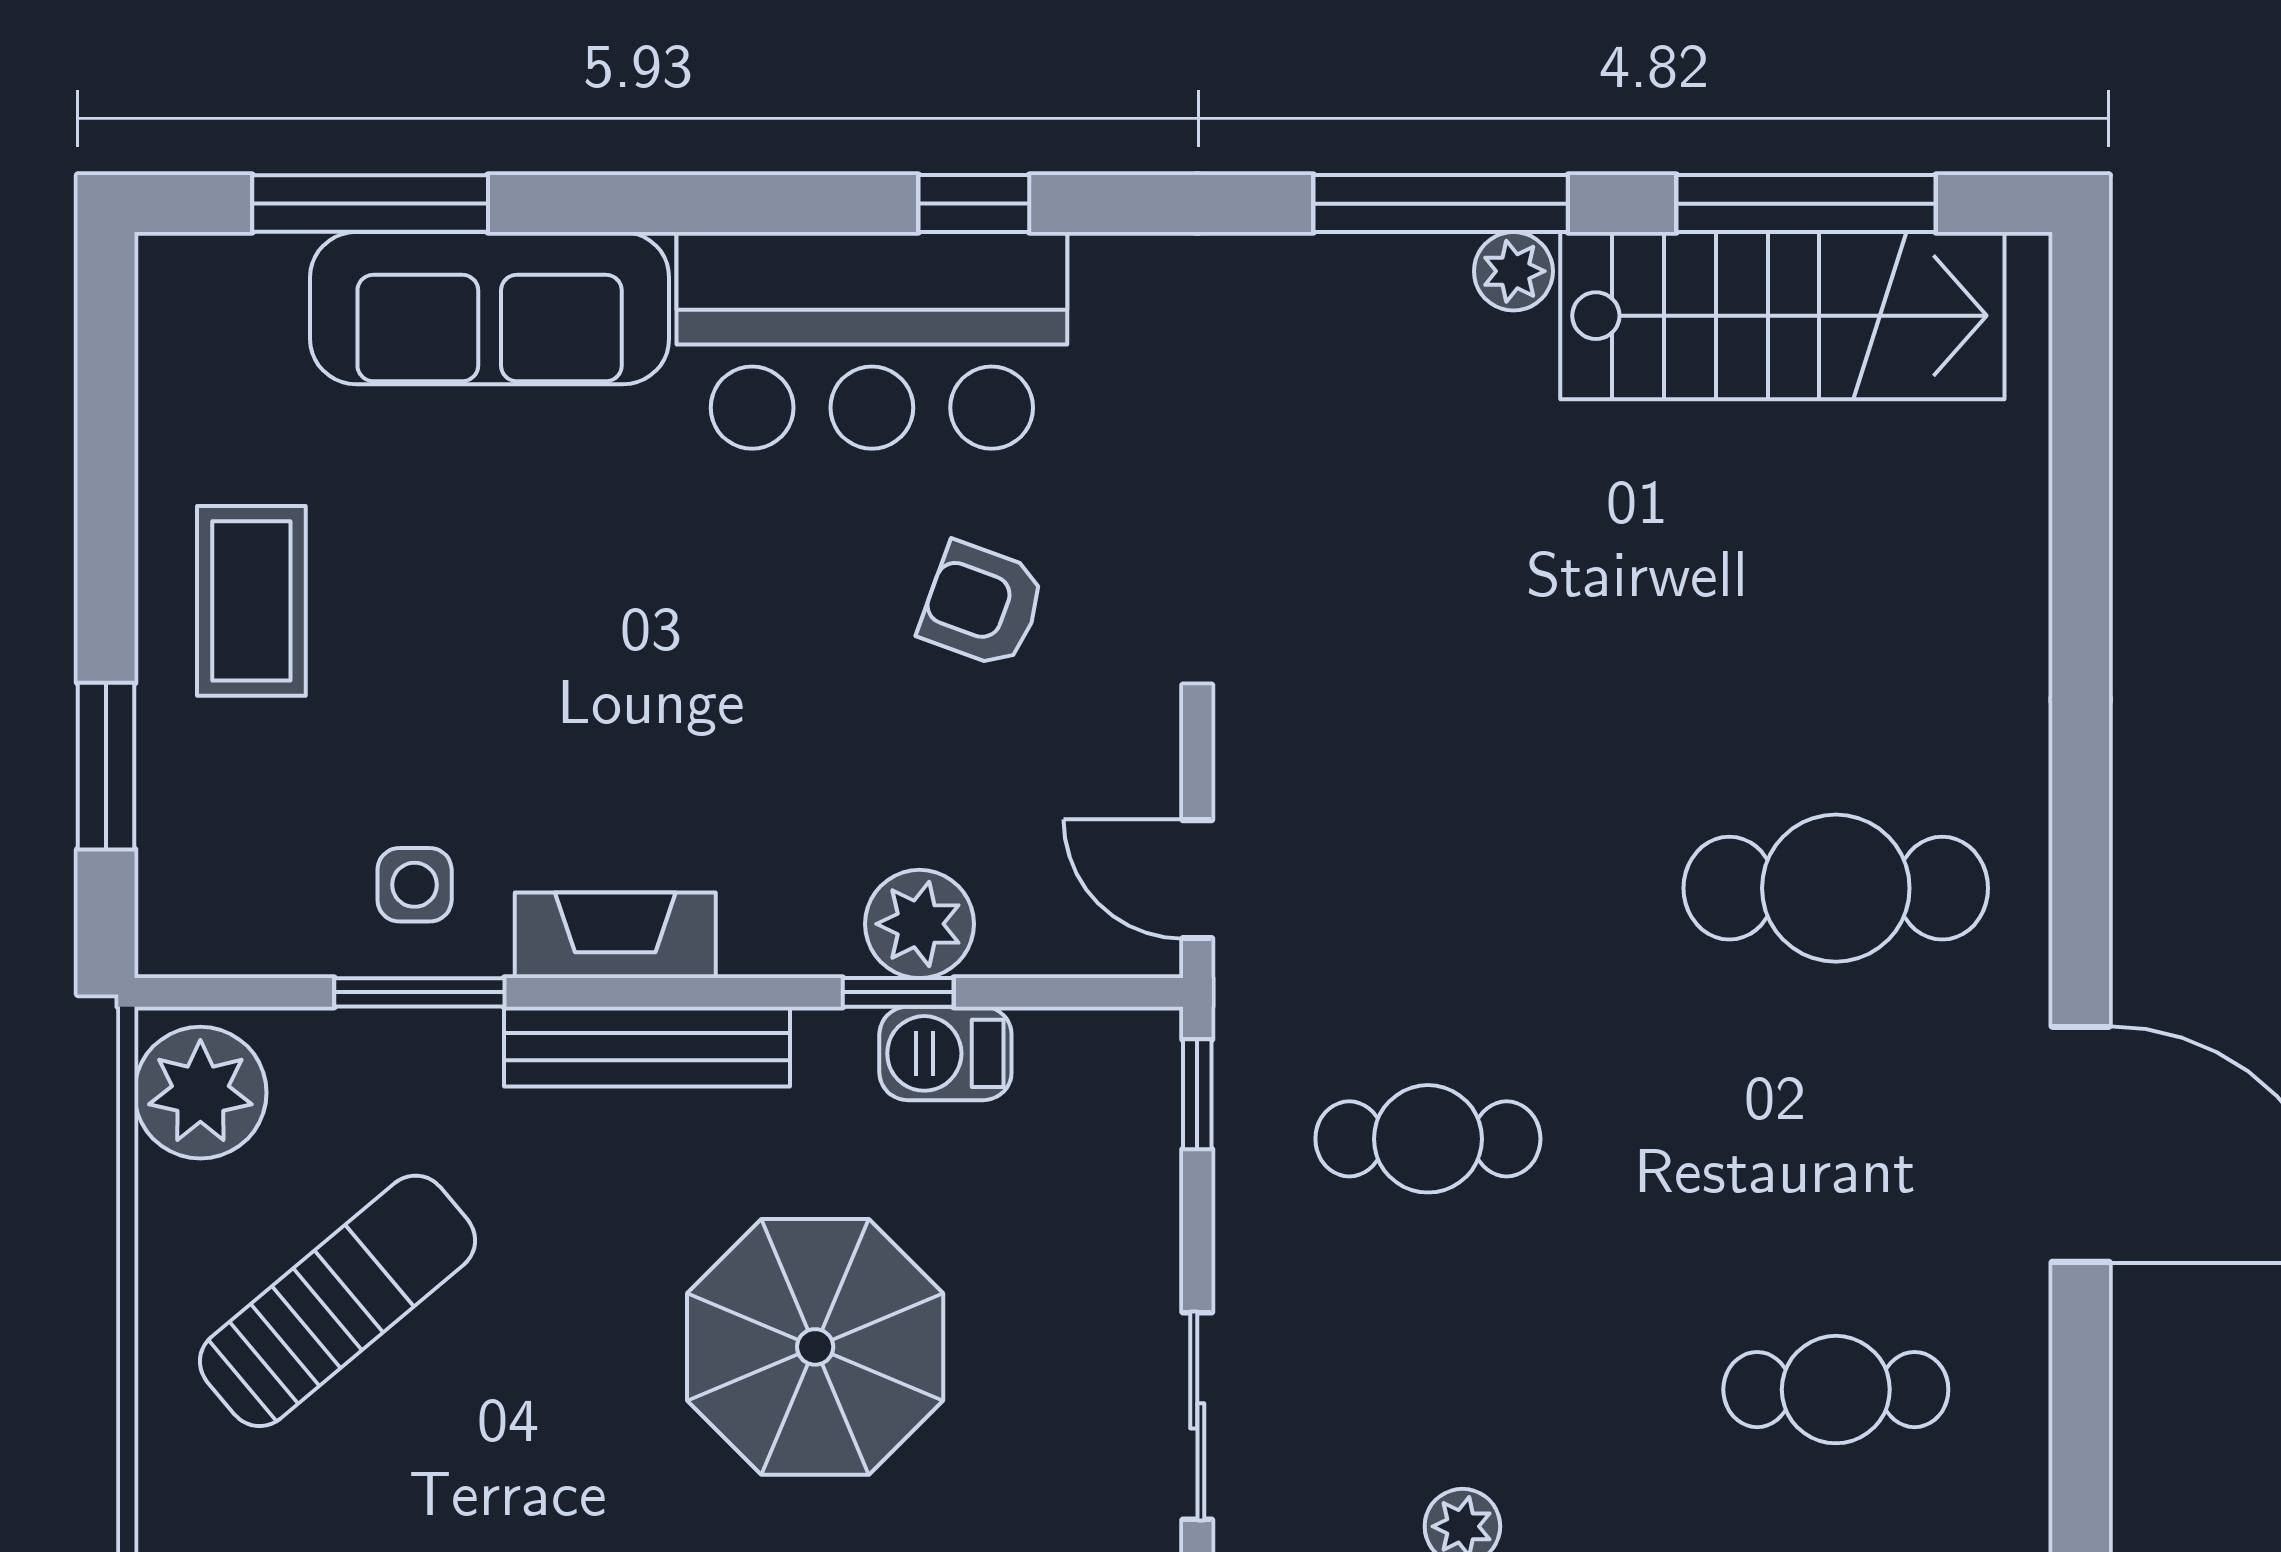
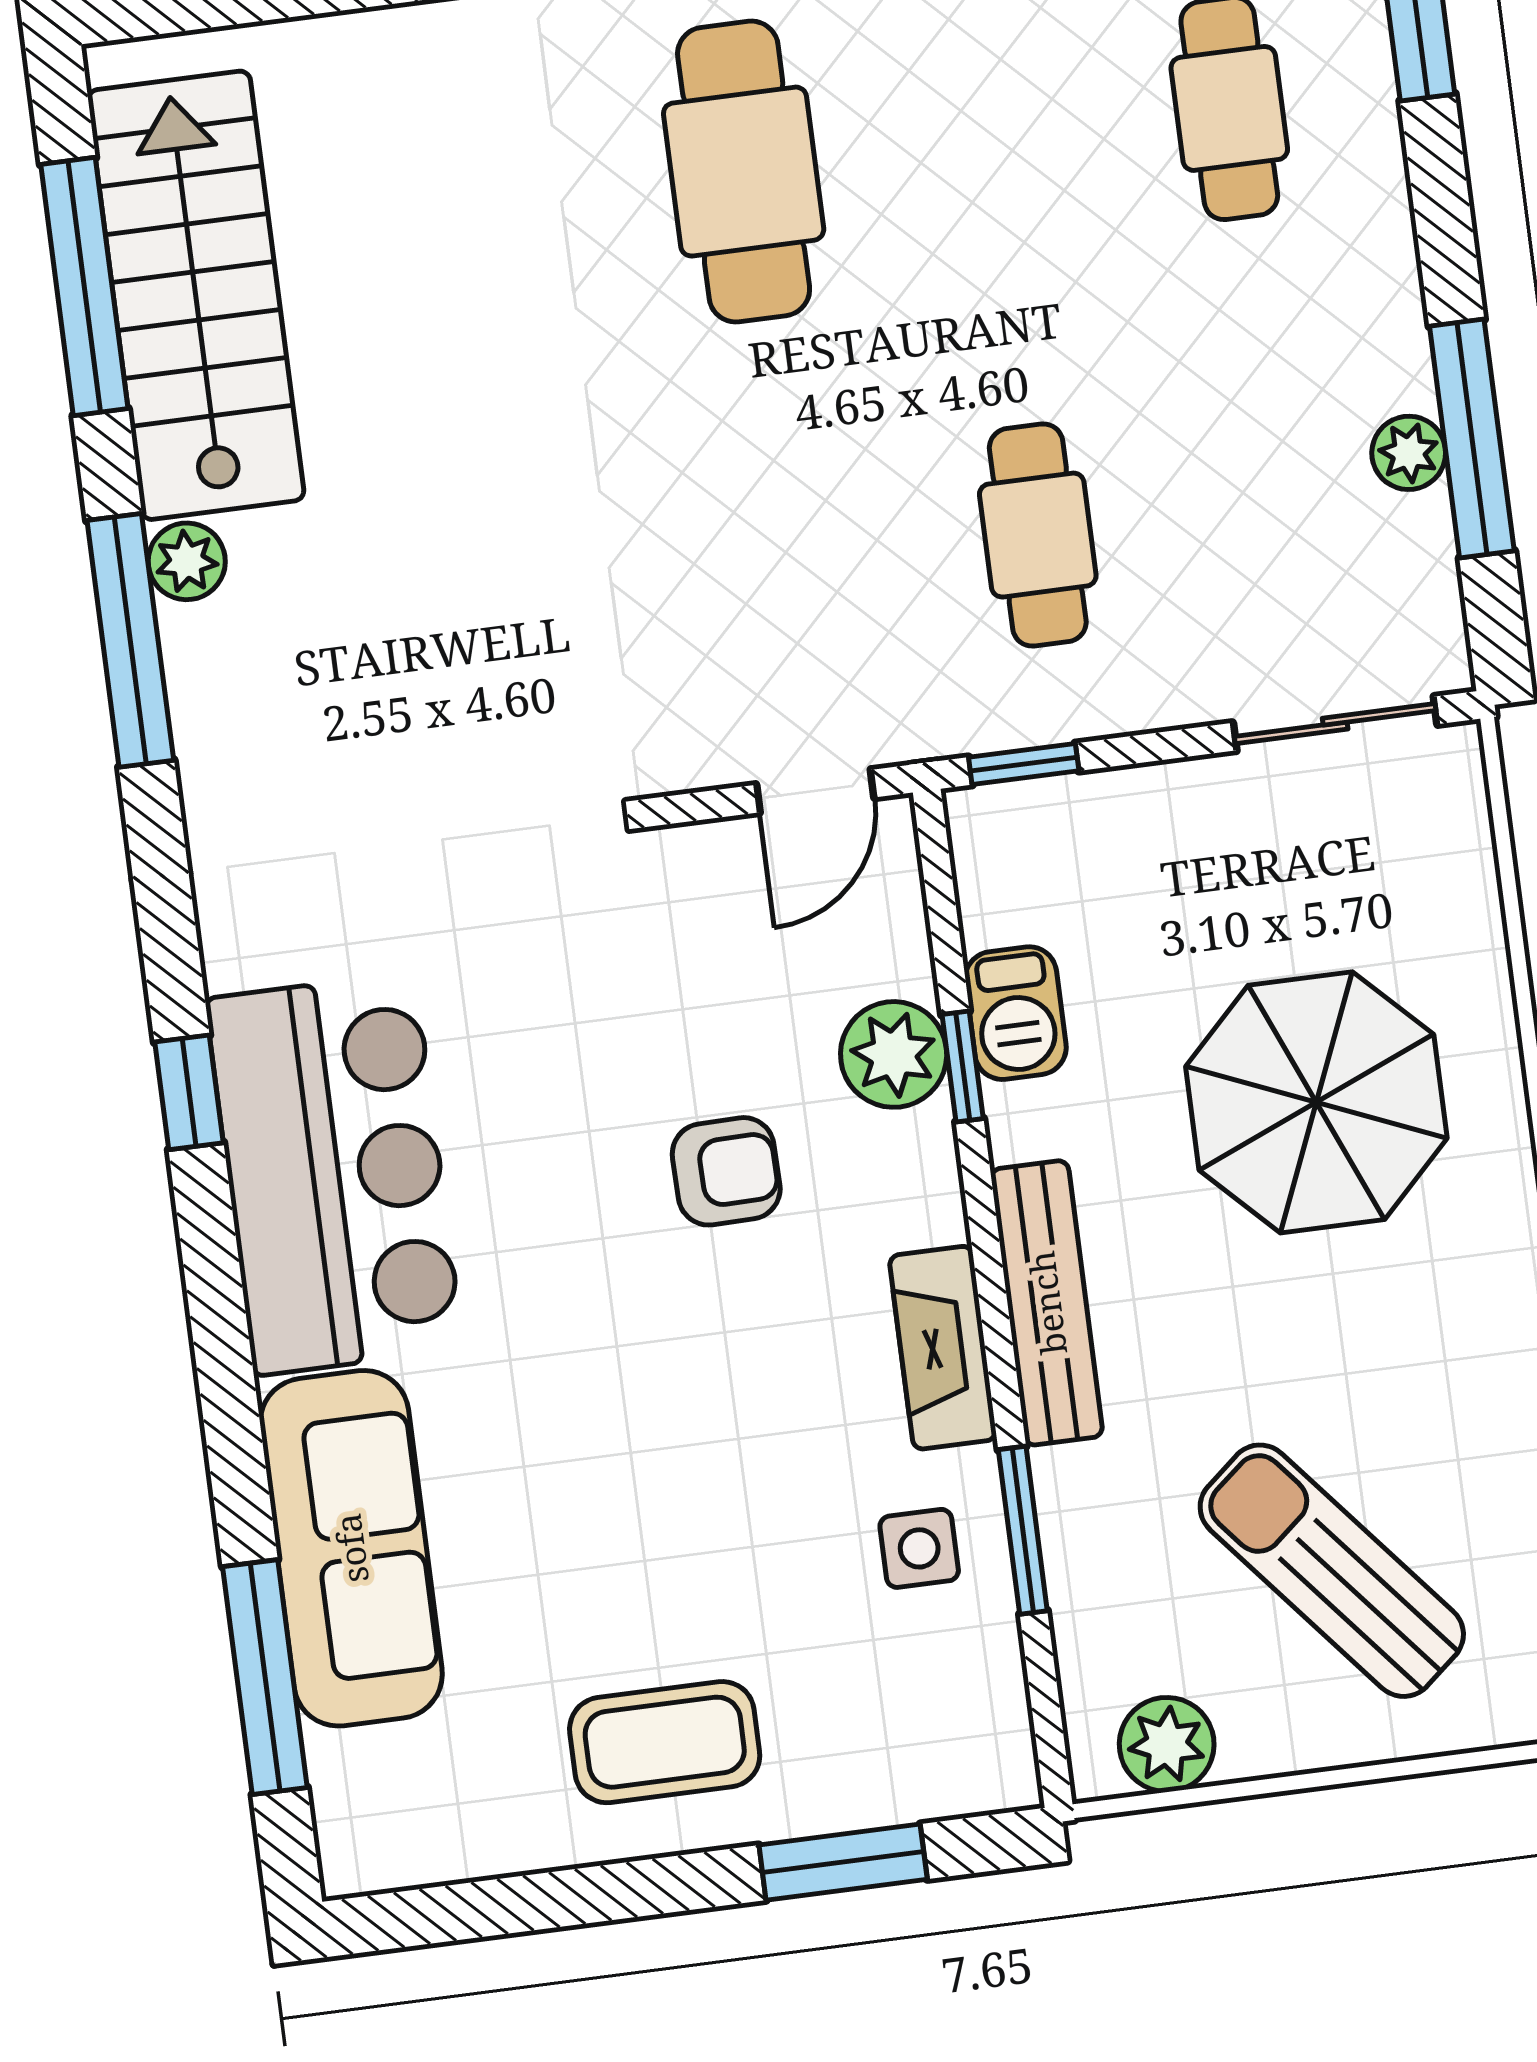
armchair: (982, 605) -> (726, 1171), moved, turned -111
plant: (200, 1093) -> (1167, 1745), width x0.73, depth x0.73

